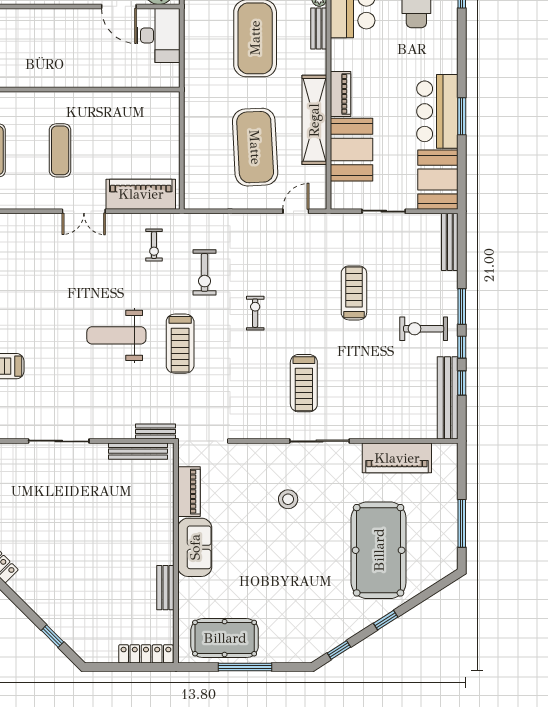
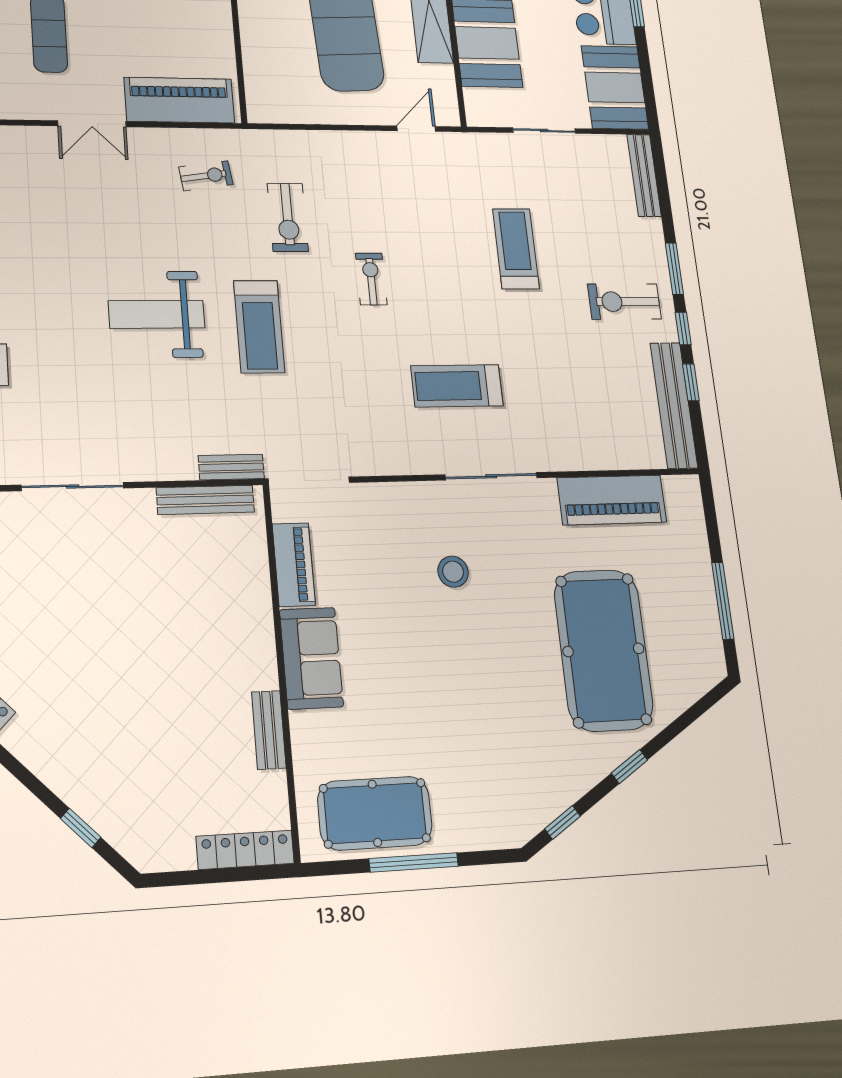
exercise bike: (154, 245) -> (206, 176), turned -98
treadmill: (304, 383) -> (457, 386), turned 90

